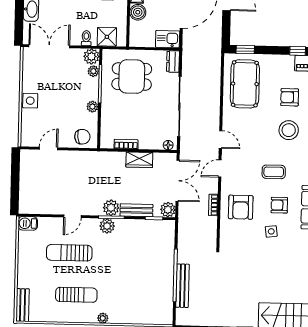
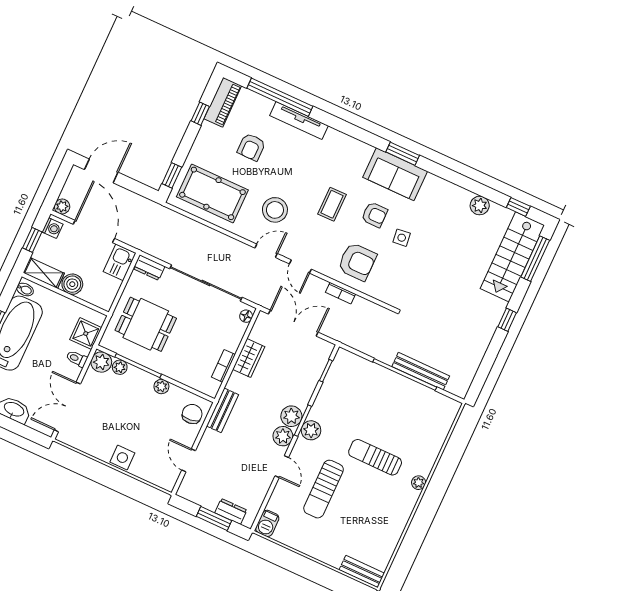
dining table: (132, 77) -> (146, 324), turned 90
stool: (289, 130) -> (275, 210), moved
window: (15, 184) -> (214, 519), added
dresser: (25, 194) -> (231, 511), added
armchair: (279, 205) -> (374, 215), turned -90
bench: (136, 210) -> (223, 410), moved
plant: (168, 210) -> (283, 436), moved
sun lounger: (76, 295) -> (375, 457), moved, turned -90

